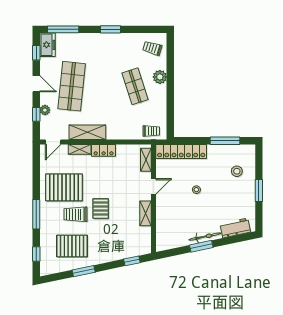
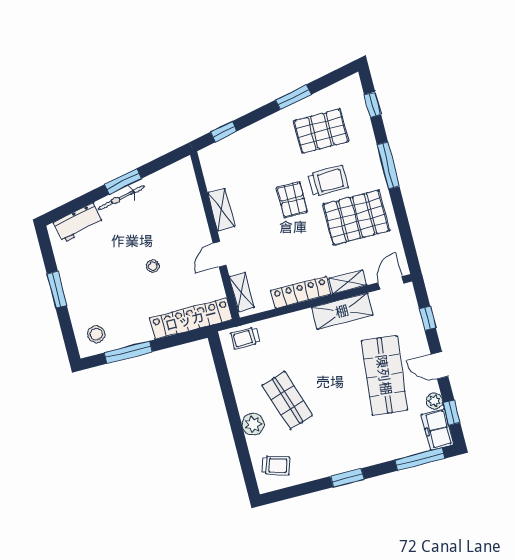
plant: (45, 110) -> (435, 401), moved
locker: (104, 150) -> (301, 292), width x1.53
stool: (237, 171) -> (96, 334), moved

